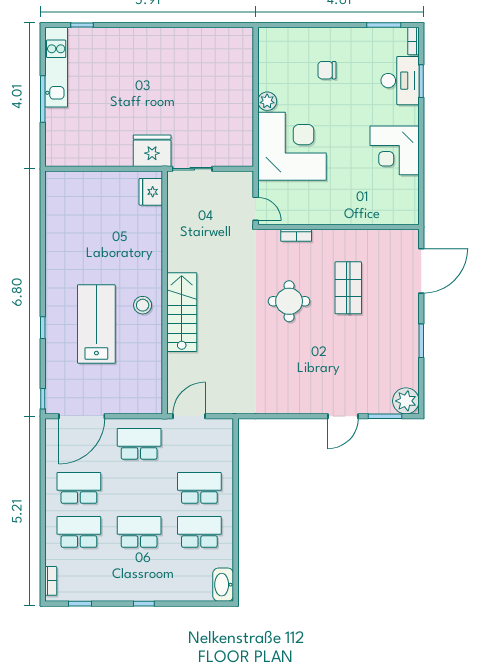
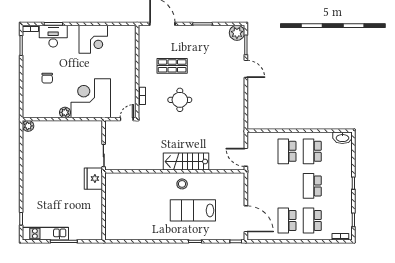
plant: (244, 37) -> (28, 126), added
fridge: (151, 192) -> (117, 179), removed
school desk: (139, 444) -> (262, 186), removed

